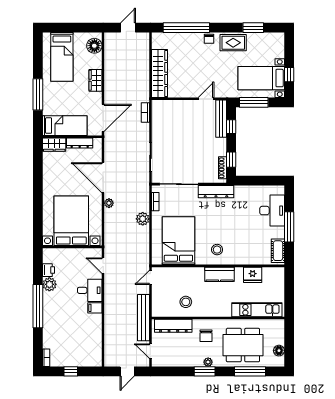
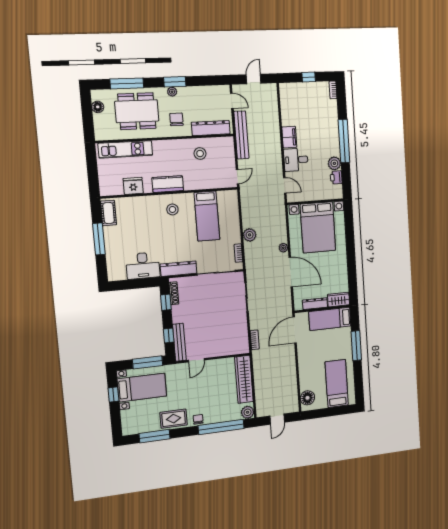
window: (253, 28) -> (155, 436), width x1.44
plant: (158, 39) -> (248, 412), added
wardrobe: (95, 80) -> (304, 365), removed
desk: (272, 211) -> (143, 266), moved, turned -90
bed: (178, 241) -> (207, 216), width x0.67
filing cabinet: (95, 308) -> (289, 137), width x2.00

